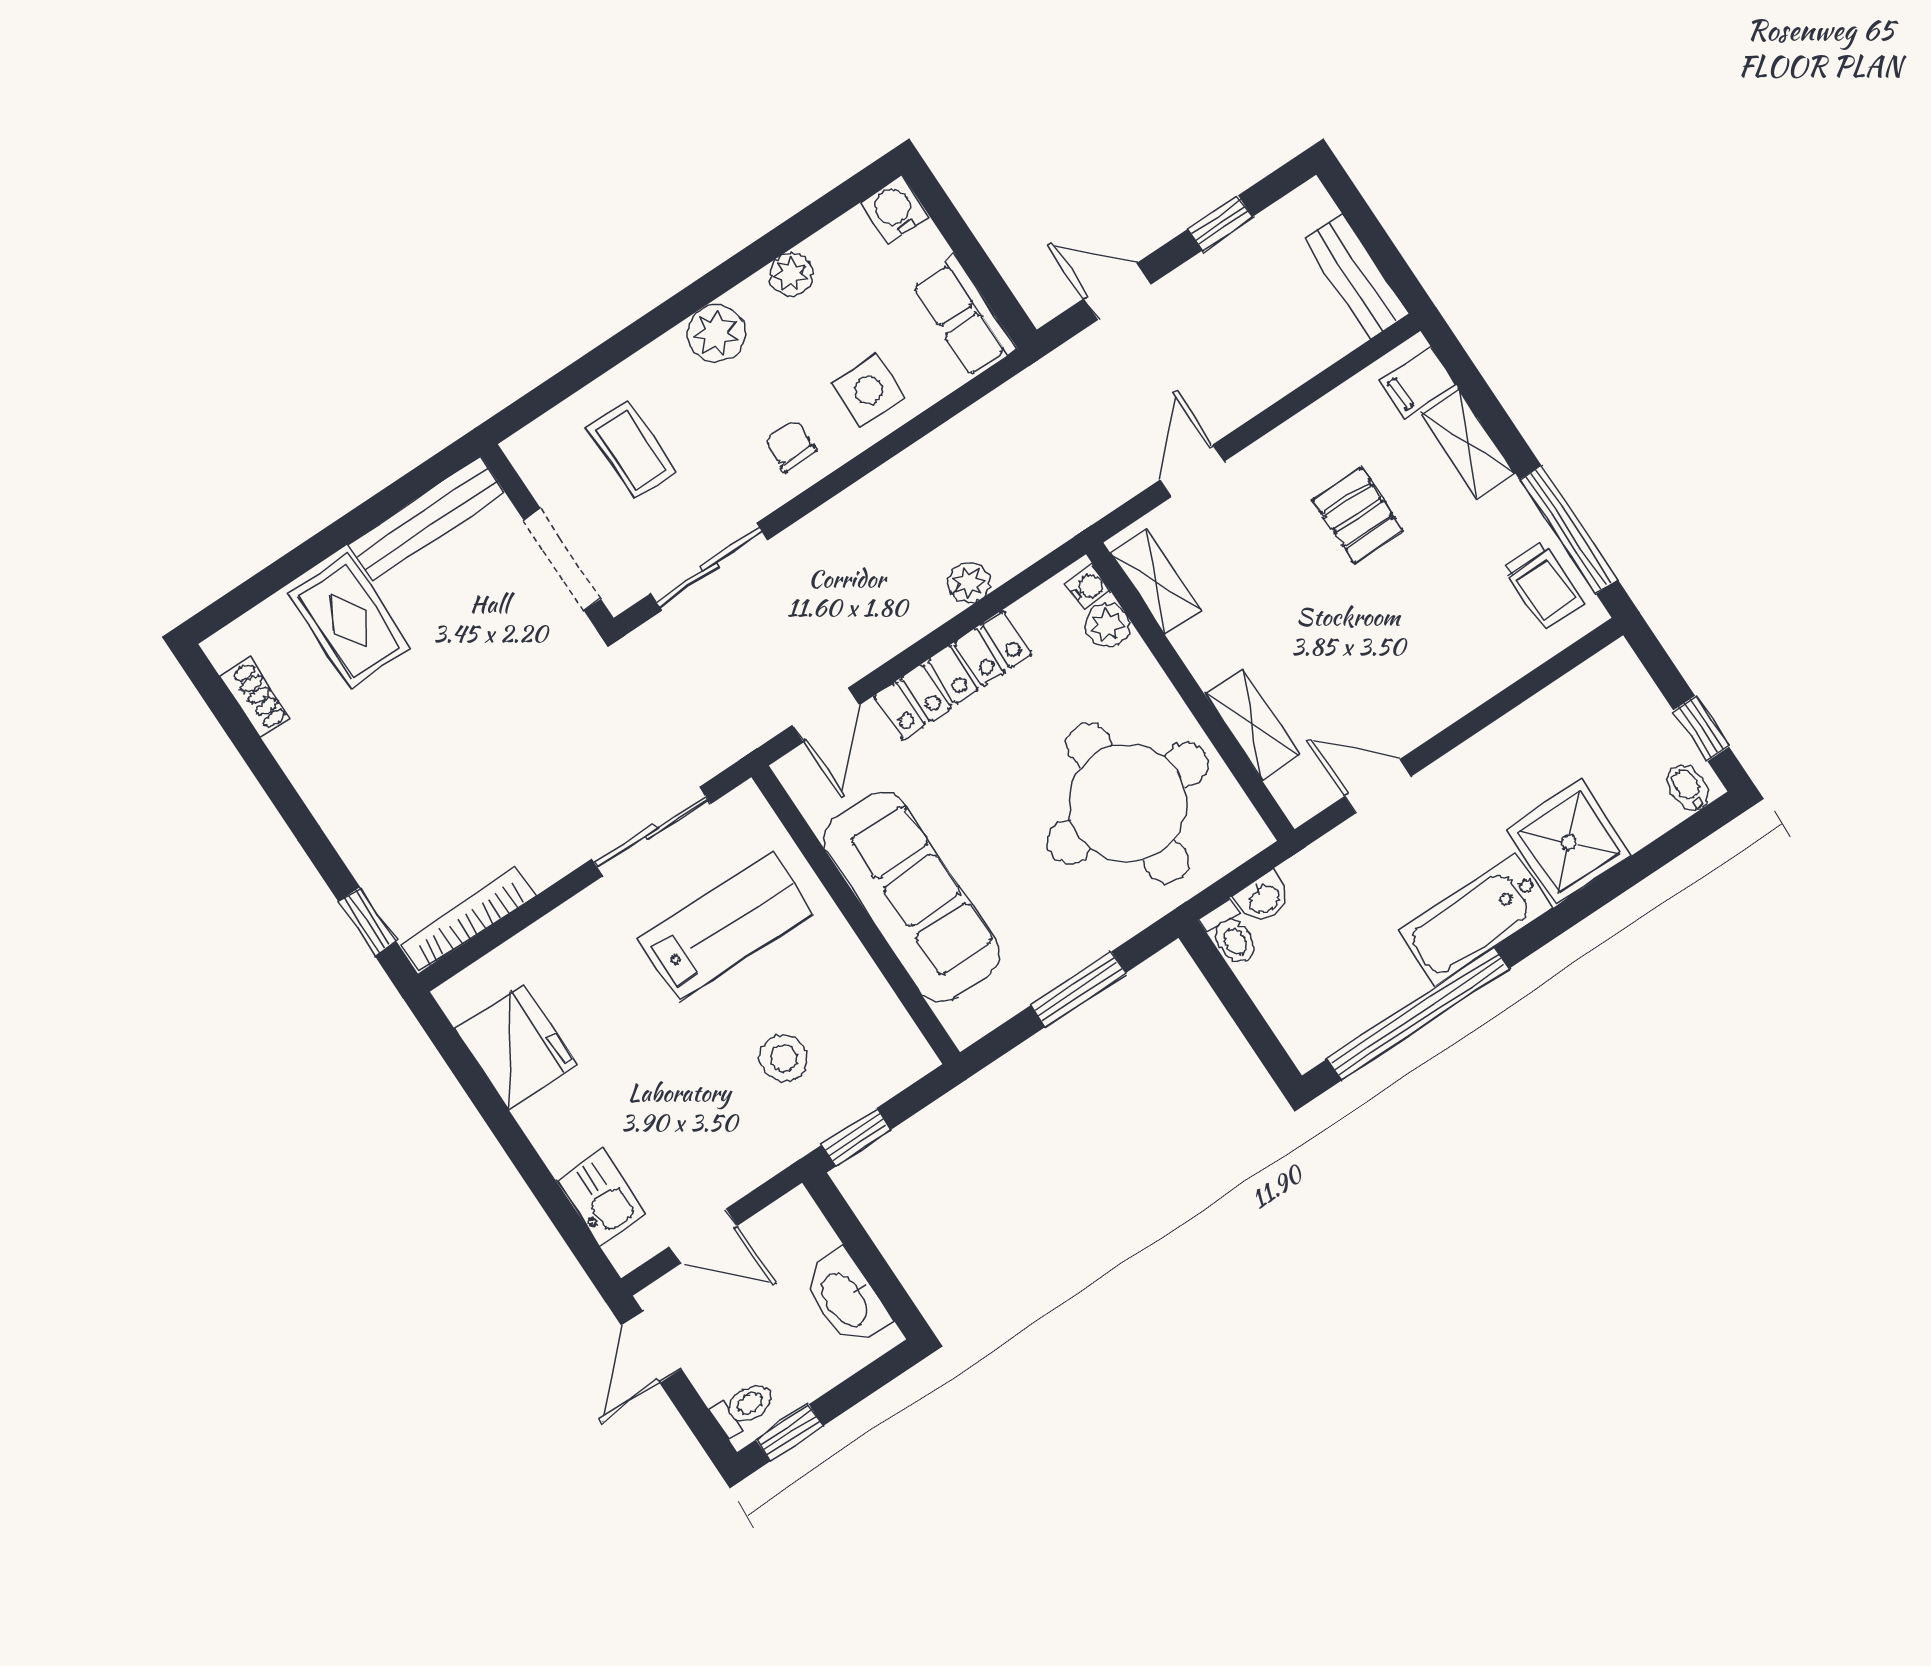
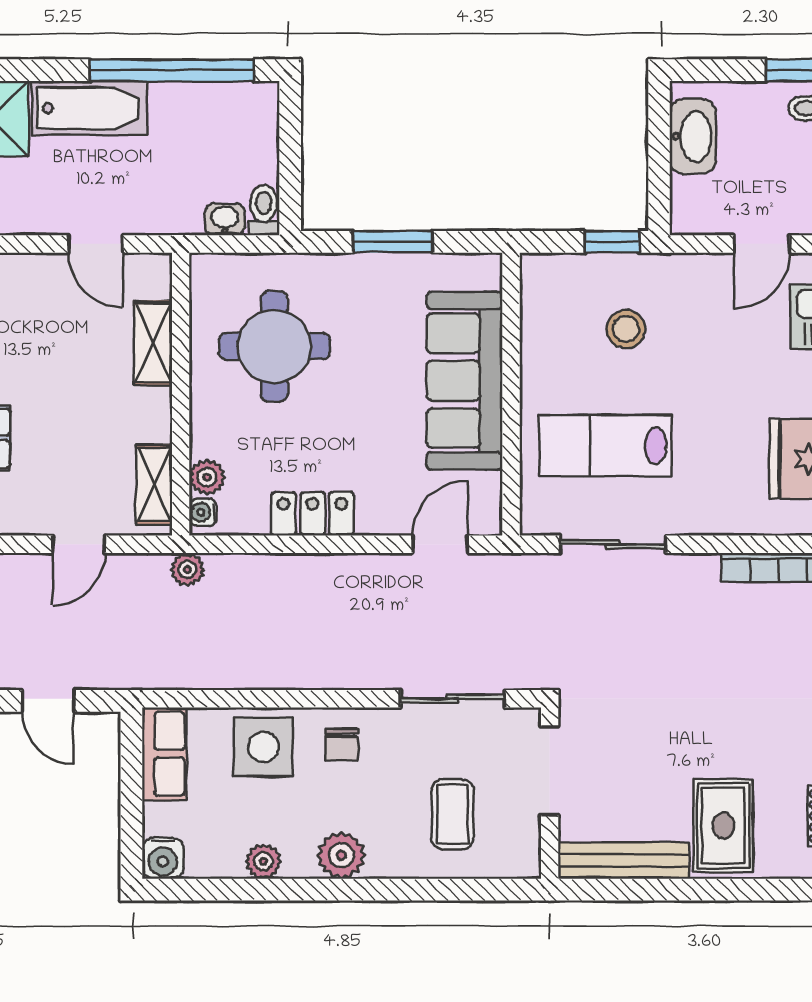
side table: (868, 390) -> (263, 747), width x1.37, depth x1.37
plant: (969, 582) -> (187, 569), moved
locker: (953, 675) -> (312, 514), width x0.66
round table: (1128, 803) -> (274, 346), width x0.73, depth x0.73
door: (703, 1236) -> (762, 244), swing flipped

